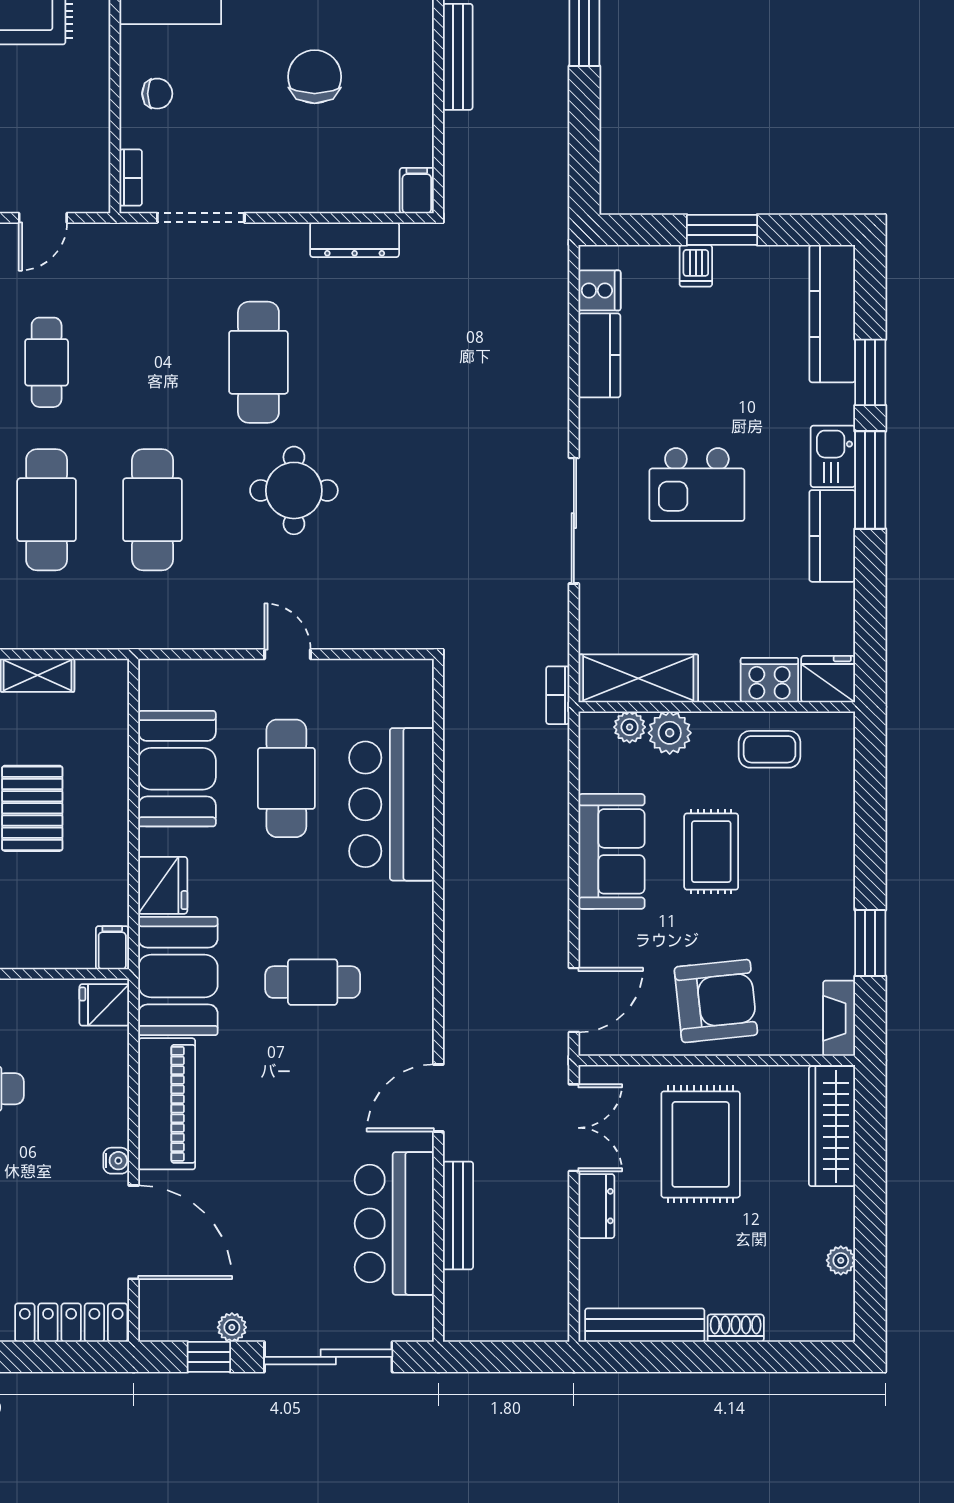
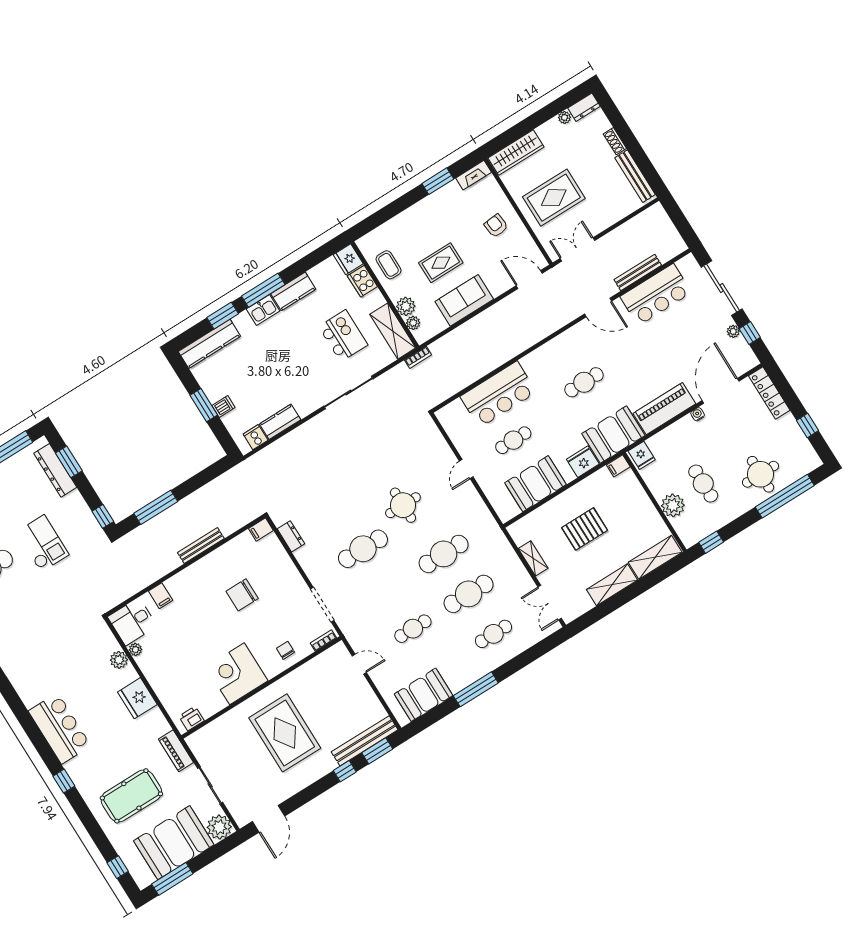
dresser: (355, 240) -> (291, 536), width x0.70
kitchen island: (697, 485) -> (343, 336), moved
cafe table: (286, 778) -> (513, 440), width x0.73, depth x0.74
cafe table: (313, 982) -> (584, 382), turned 90
armchair: (716, 1001) -> (496, 226), width x0.53, depth x0.53
dresser: (596, 1206) -> (584, 107), moved, turned 180

